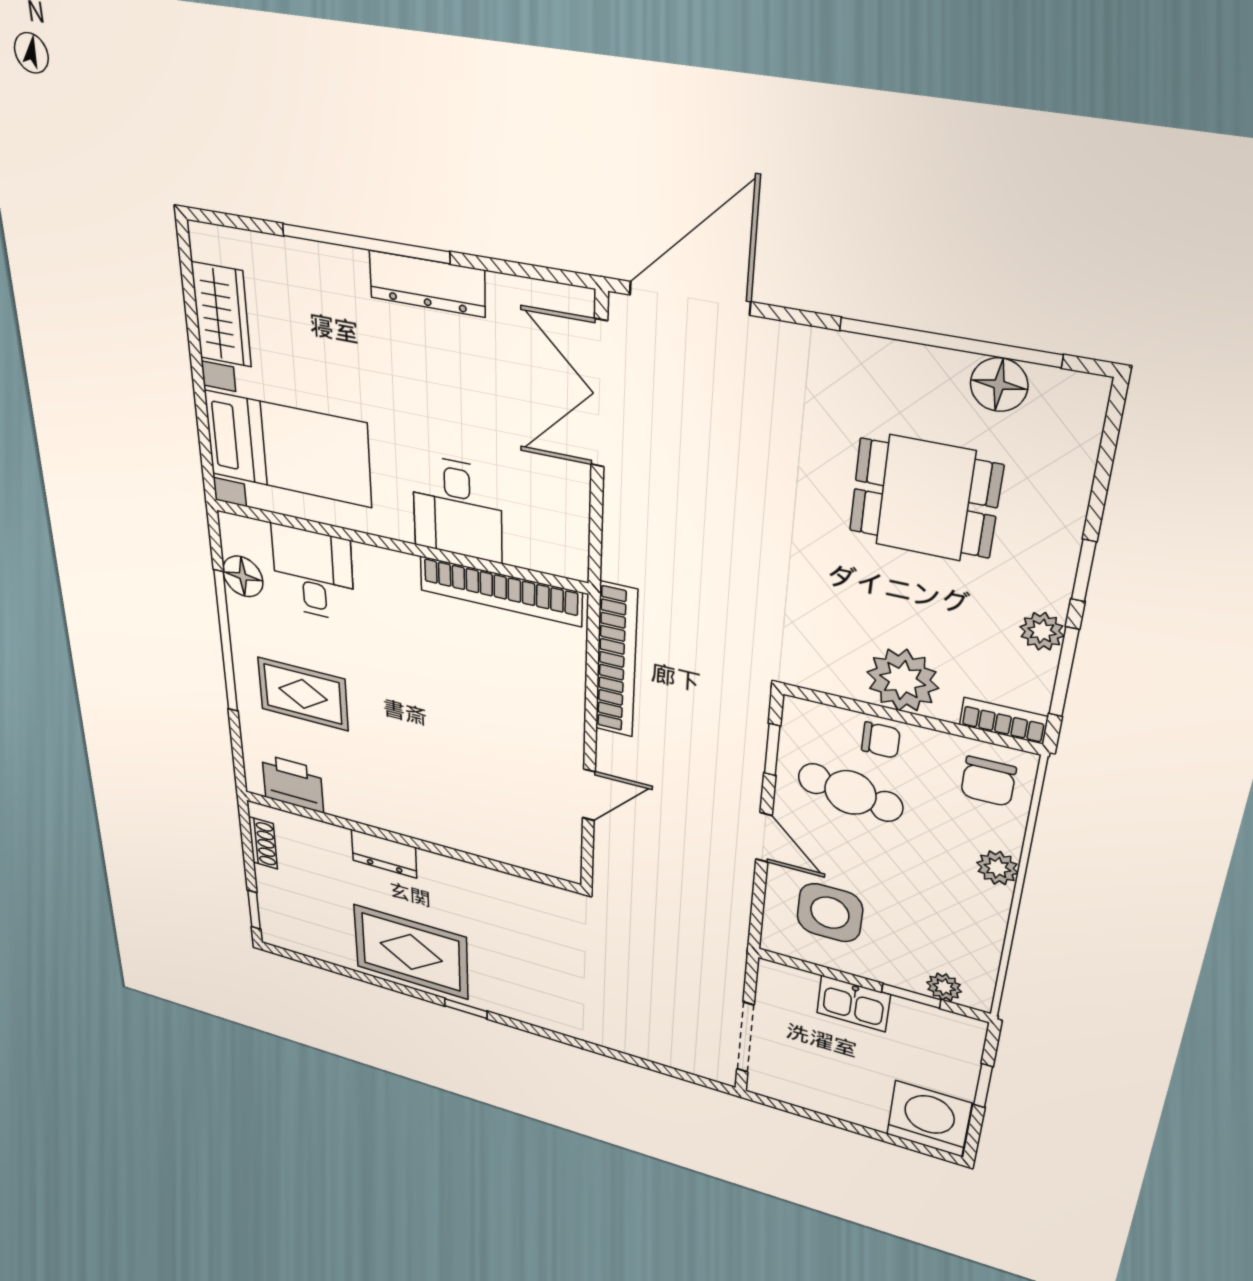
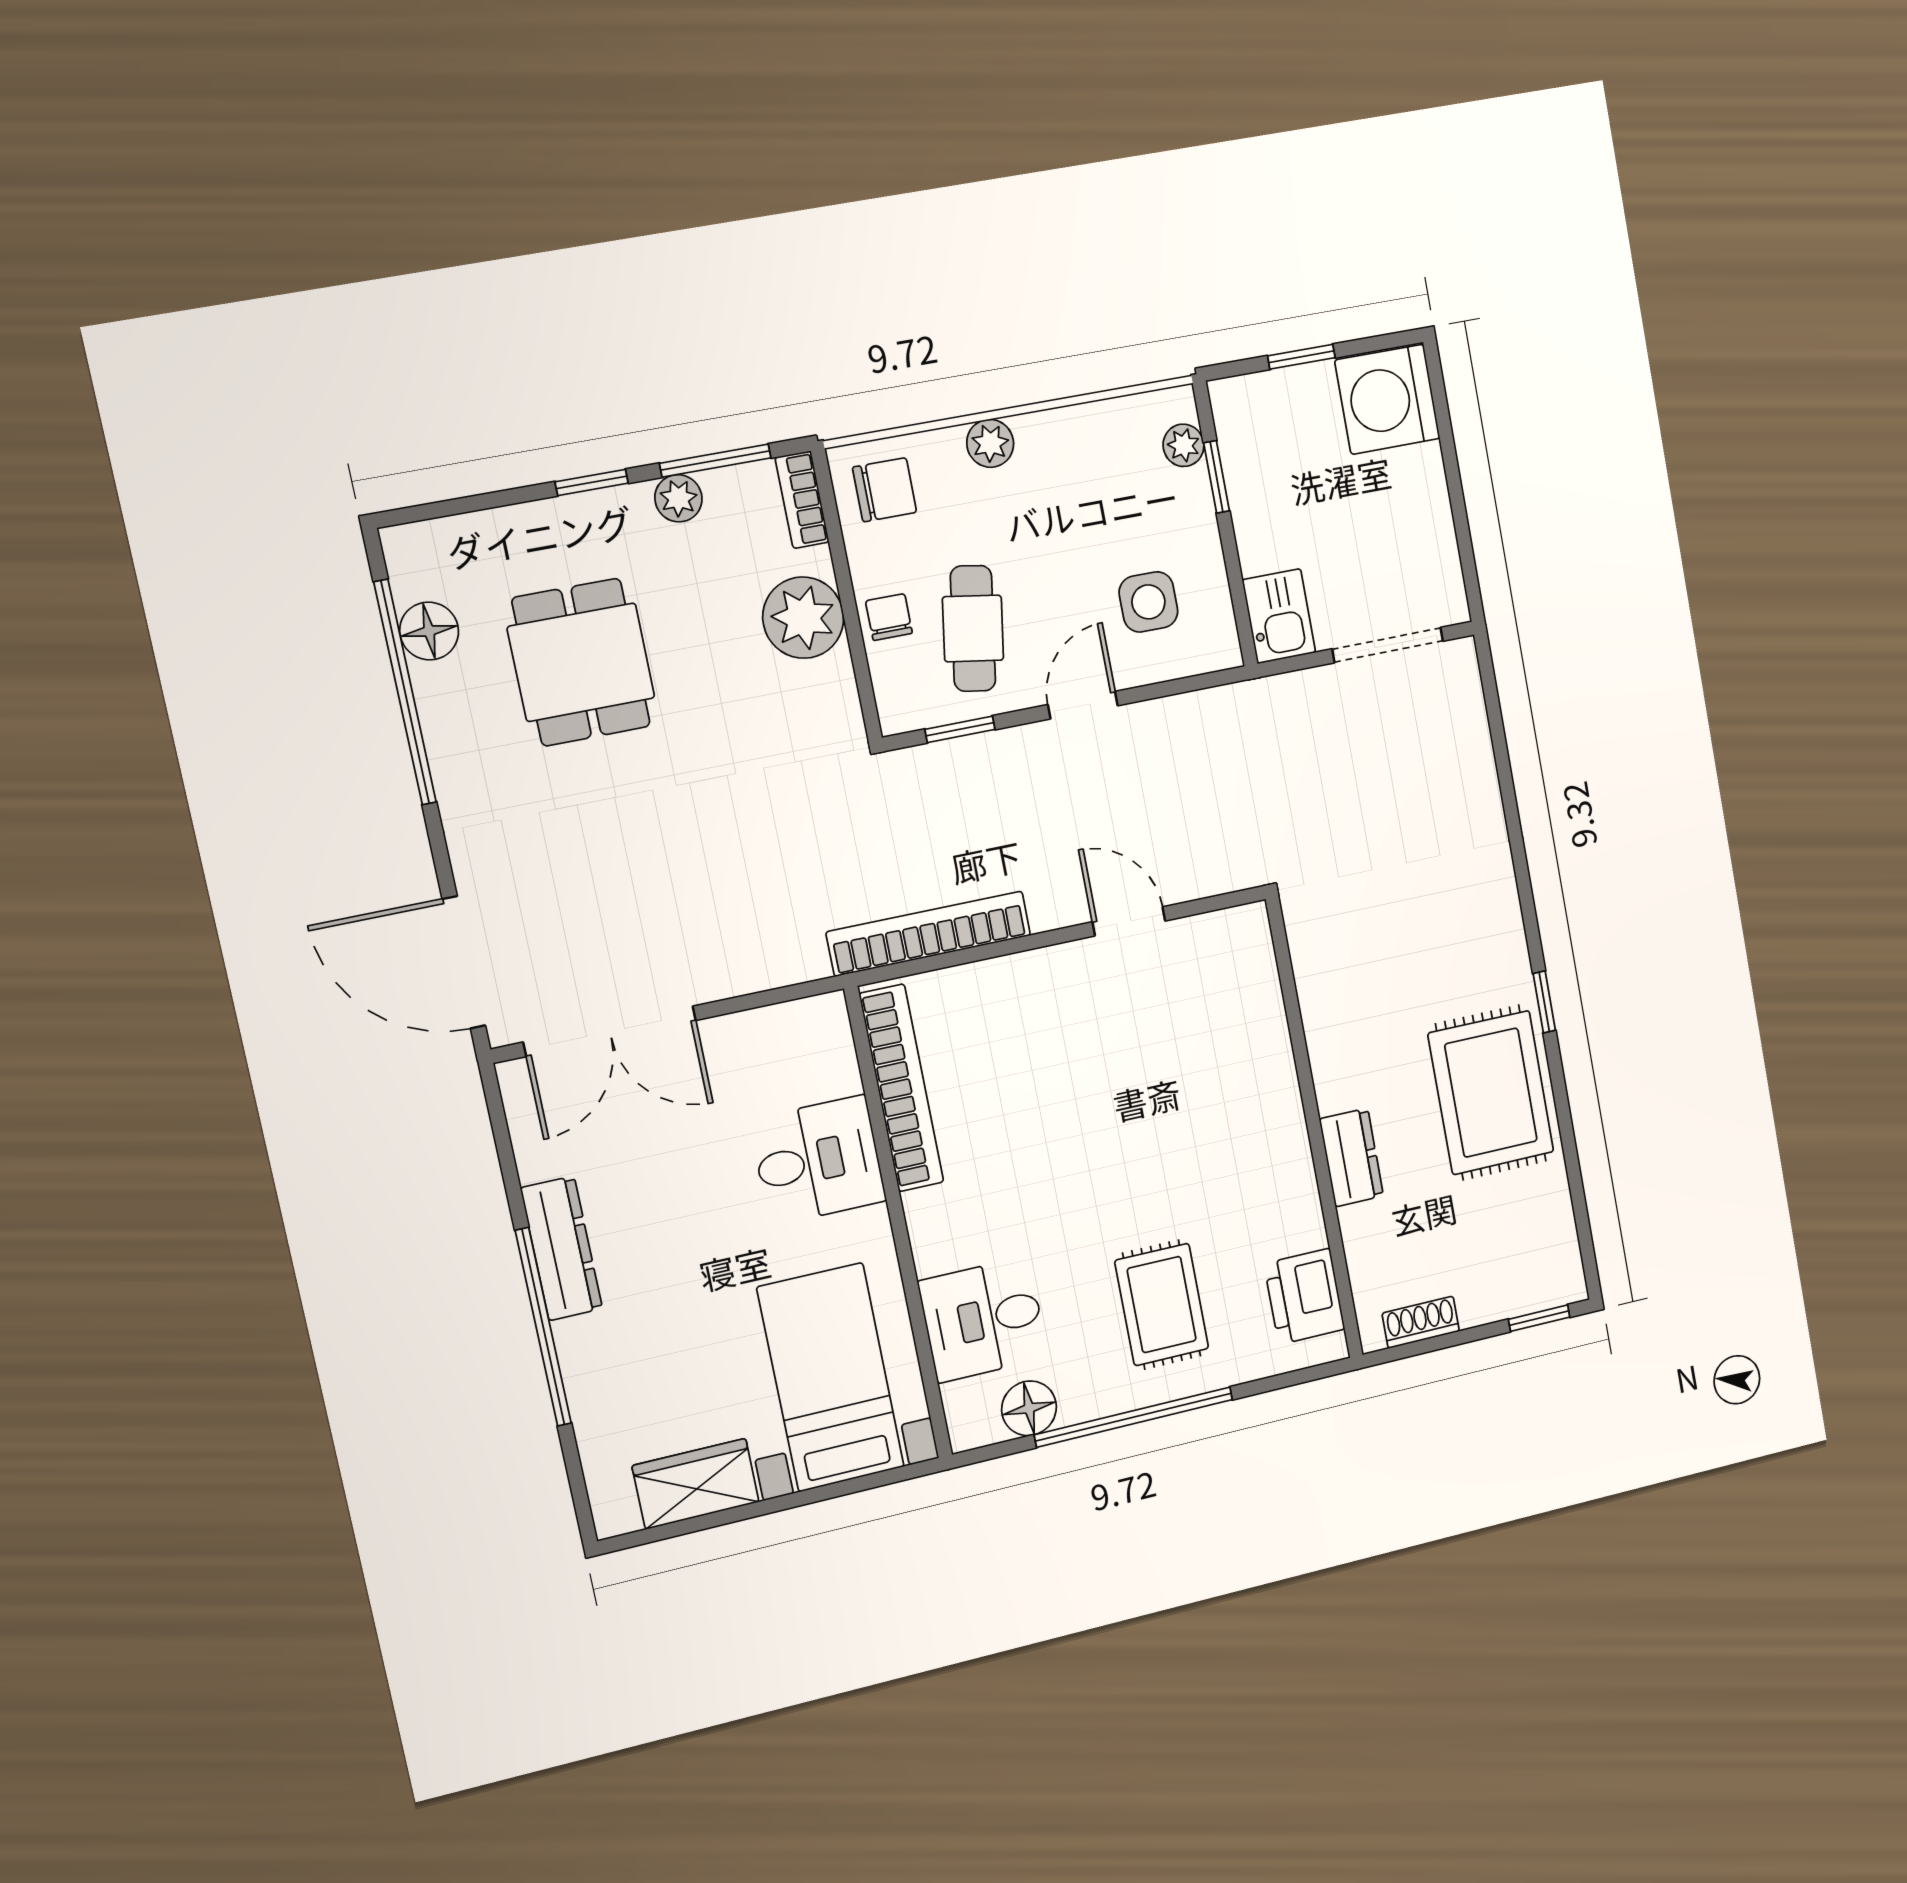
side table: (830, 913) -> (1148, 602), width x0.73, depth x0.73
kitchen sink: (853, 1004) -> (1279, 616), moved

